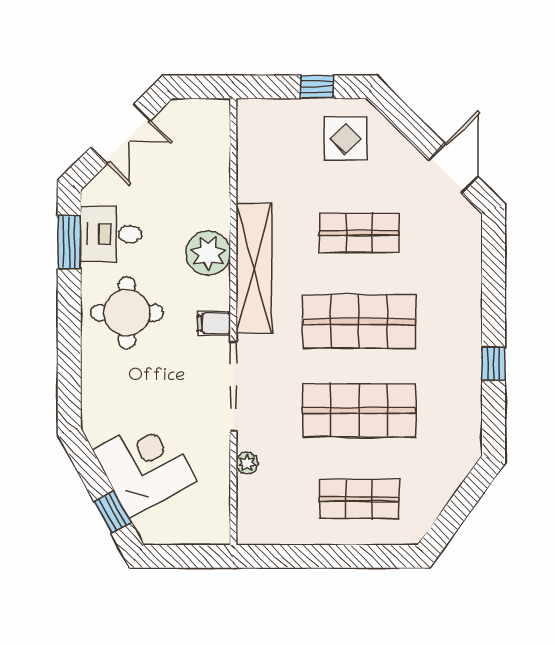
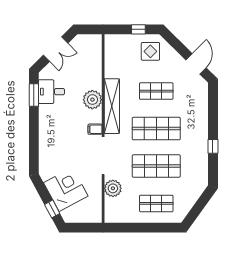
round table: (127, 313) -> (58, 125), removed
plant: (247, 463) -> (113, 188), width x1.88, depth x1.88

